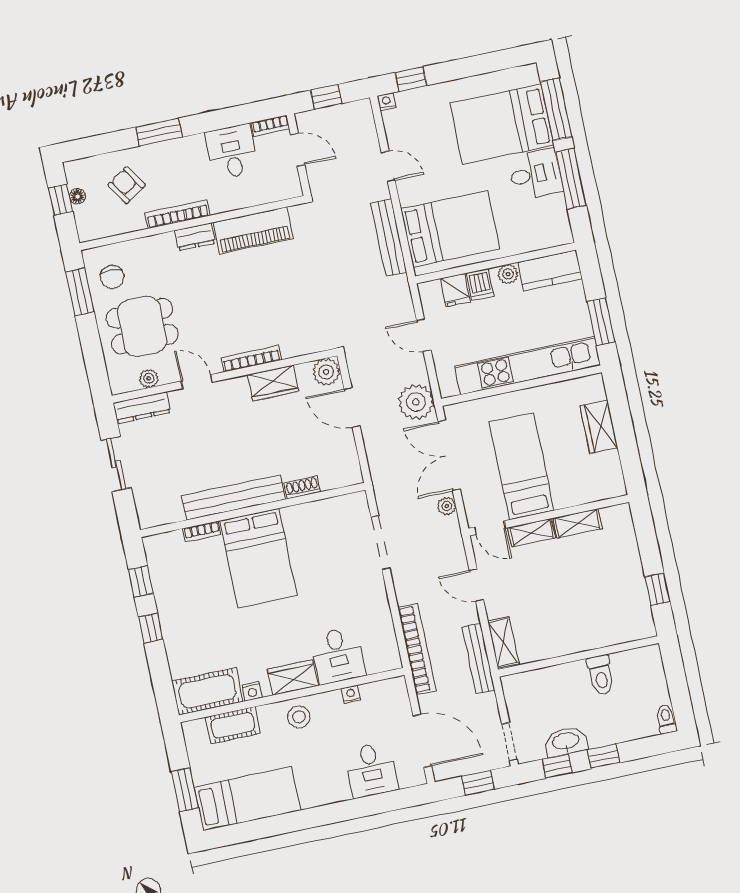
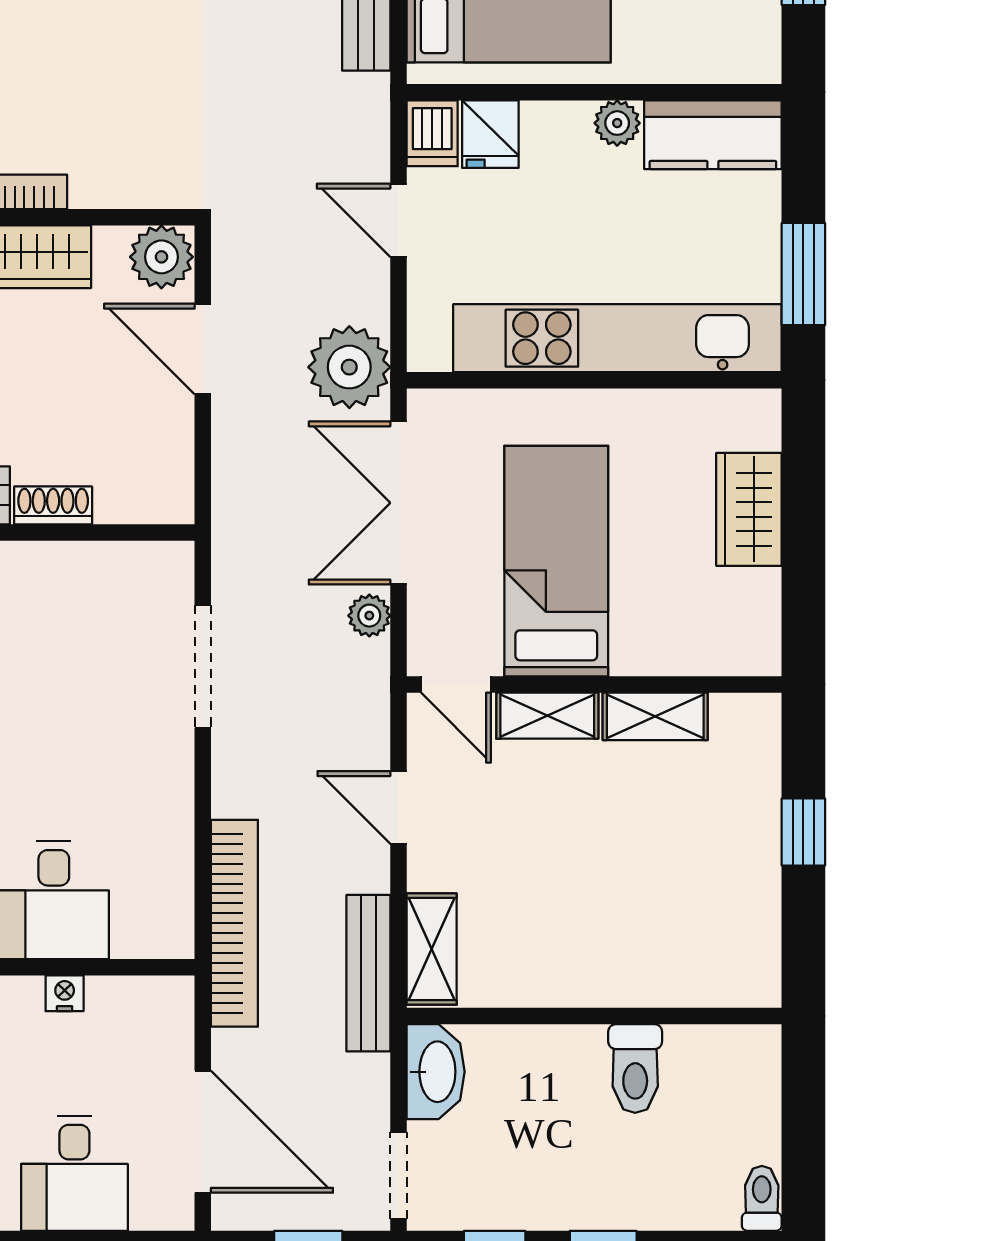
dishwasher: (480, 285) -> (432, 133), moved
window: (657, 589) -> (803, 832), moved
washbasin: (566, 742) -> (436, 1072), moved, turned 90

